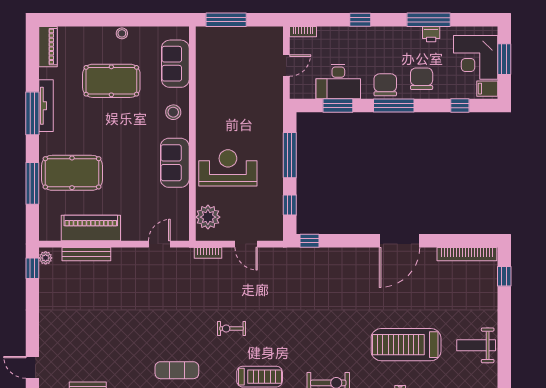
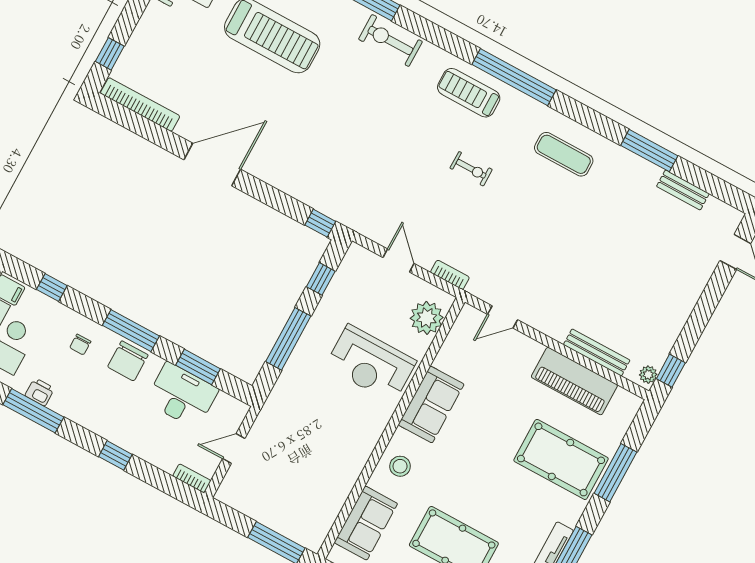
chair: (422, 79) -> (80, 345), width x0.54, depth x0.54

